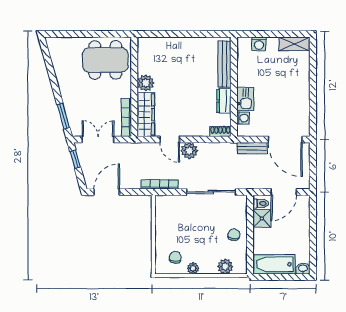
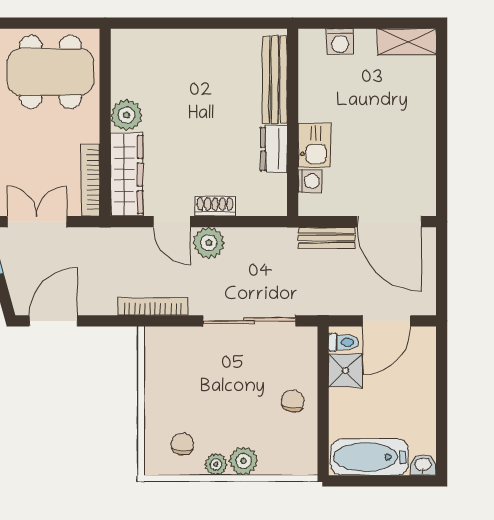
shoe rack: (220, 131) -> (215, 206), moved
plant: (225, 266) -> (243, 461), moved

